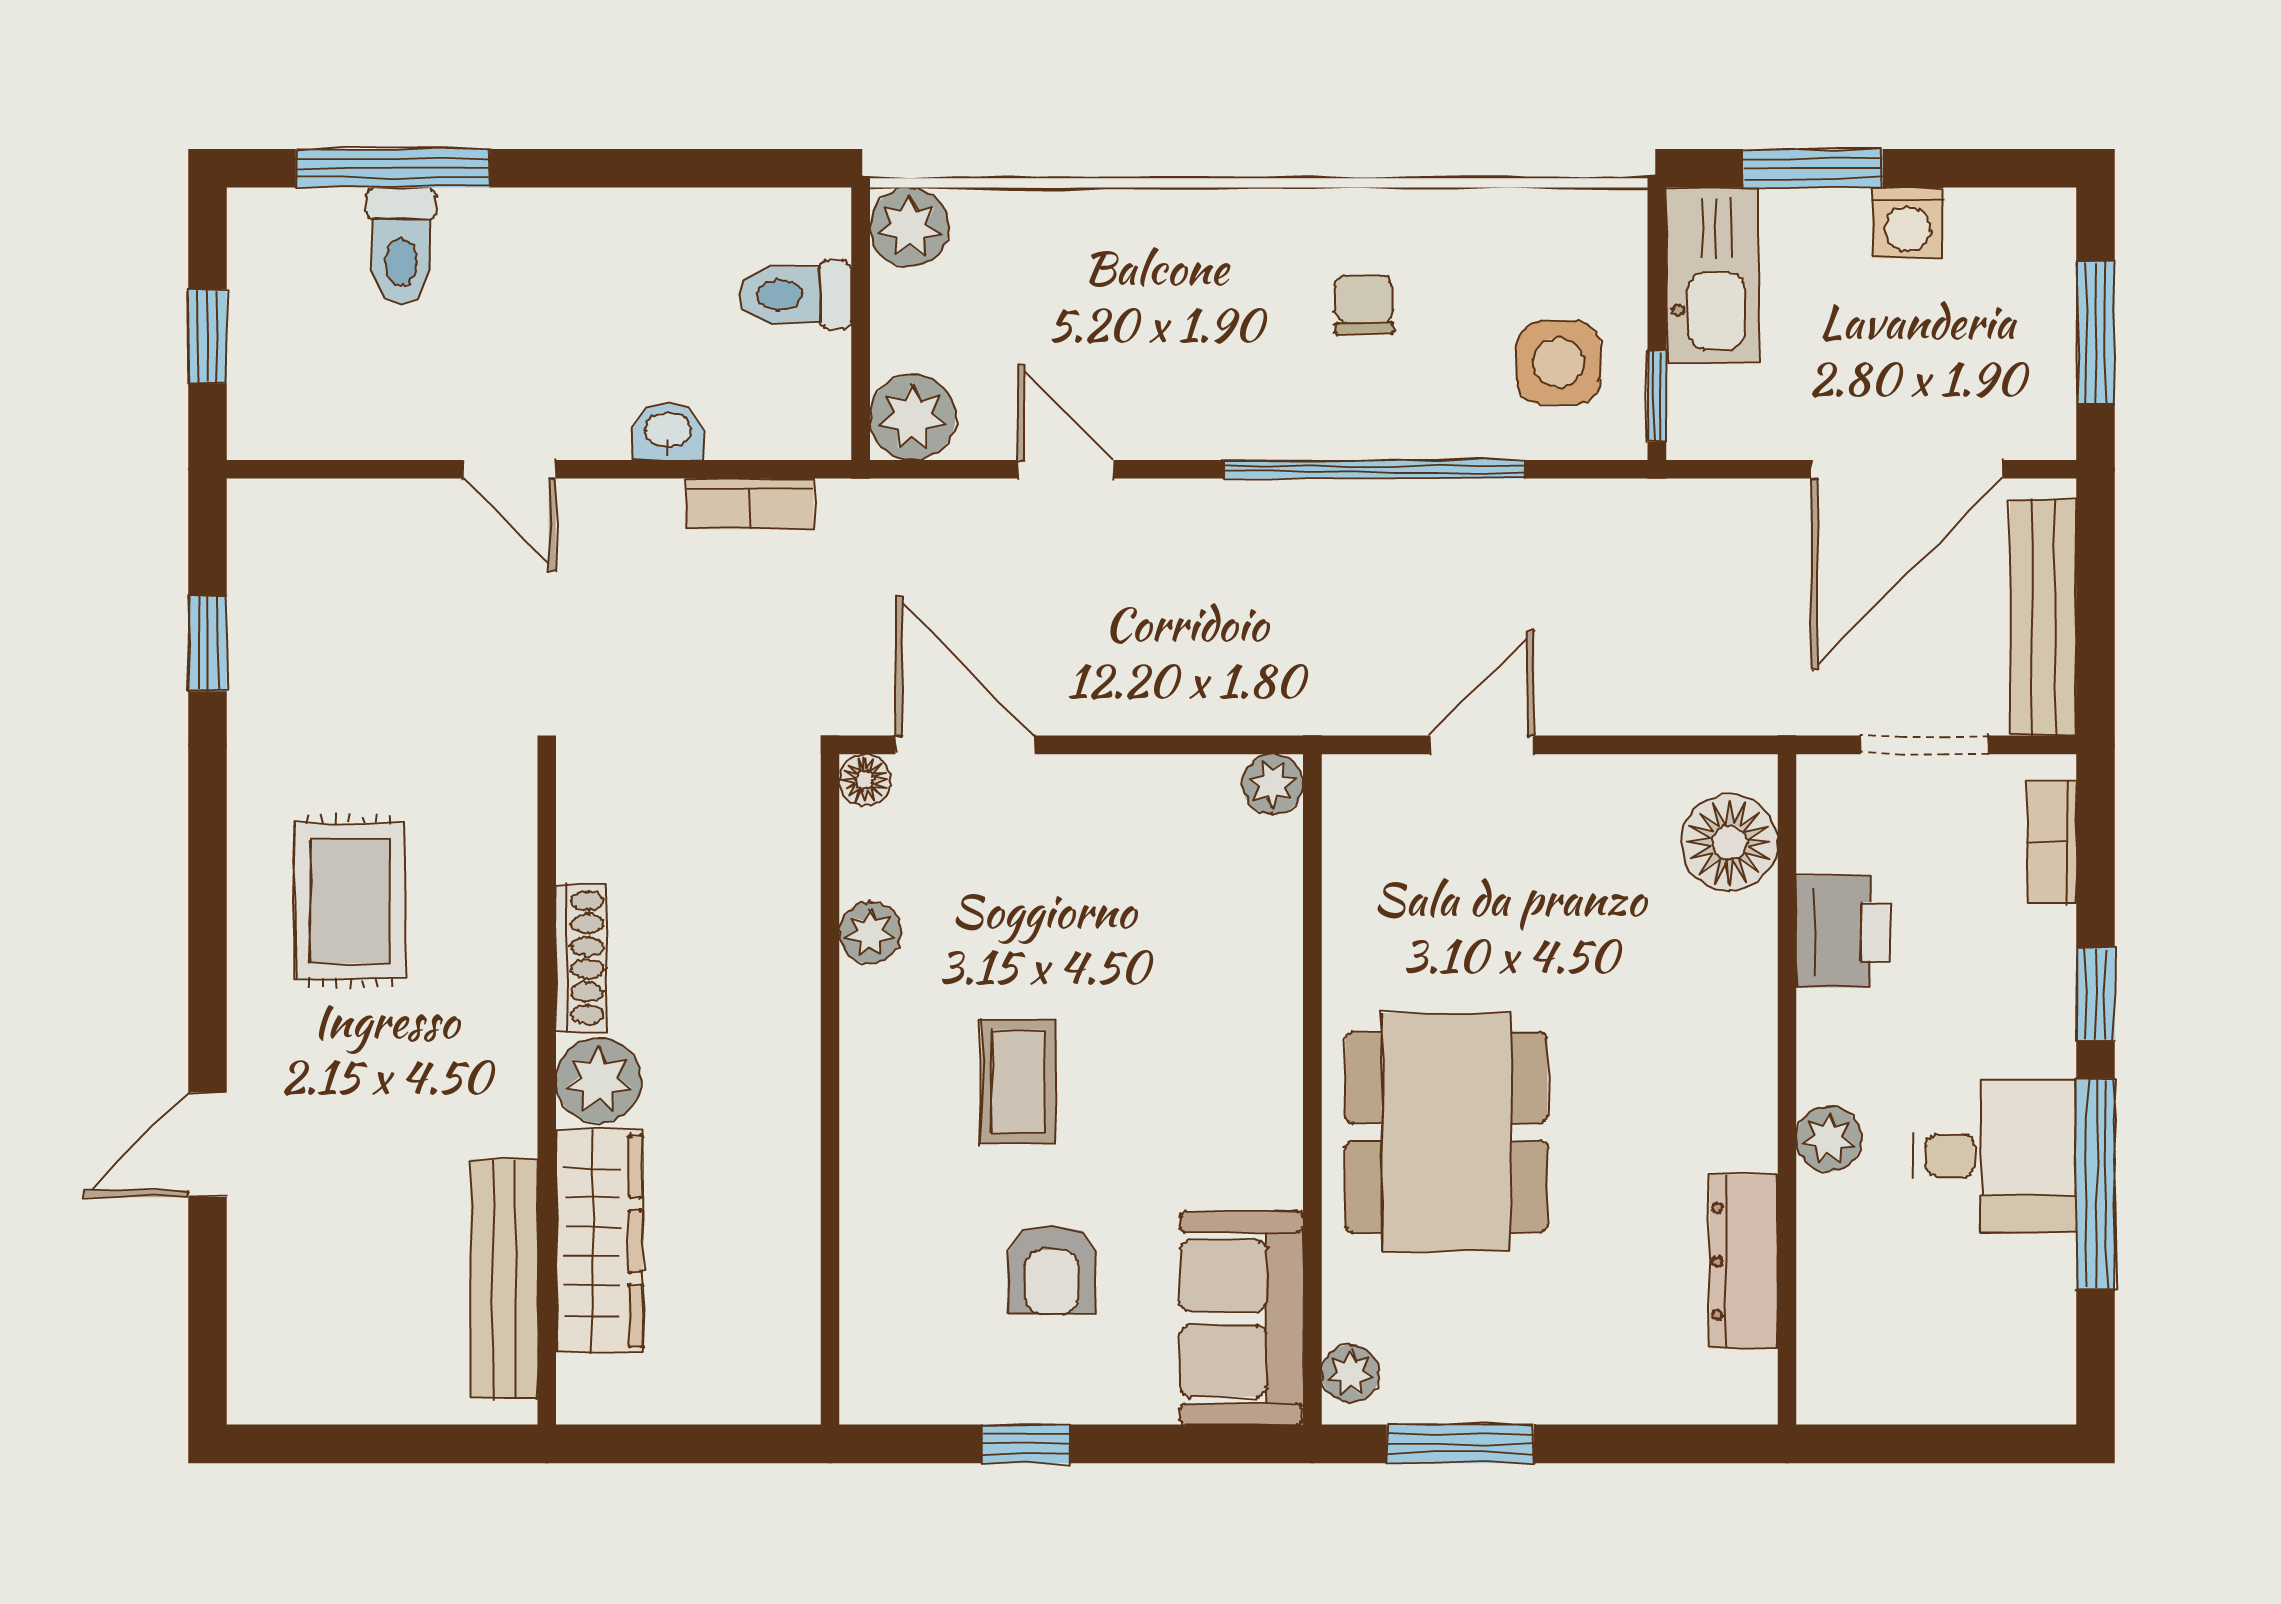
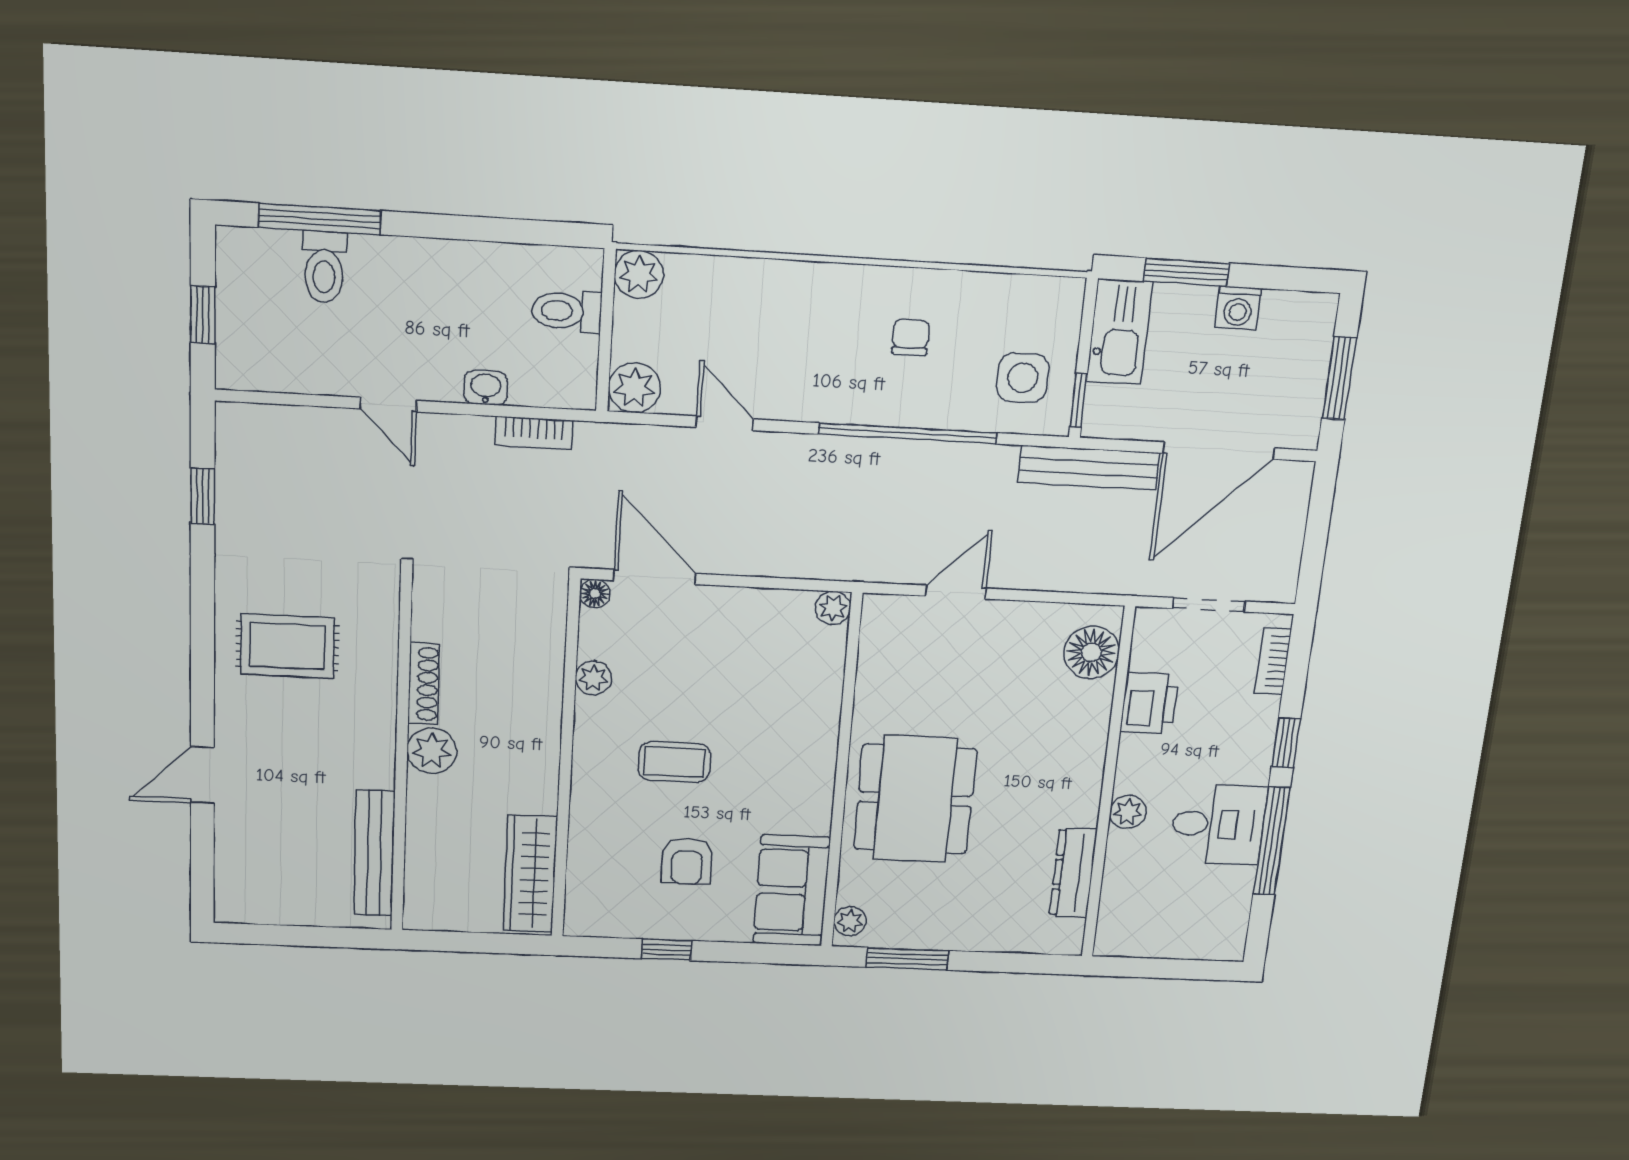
bench: (2043, 617) -> (1089, 468), moved, turned 90
rug: (350, 901) -> (287, 646), turned 90
coffee table: (1018, 1082) -> (674, 762), turned 90
wardrobe: (599, 1241) -> (530, 874), moved, turned 180

